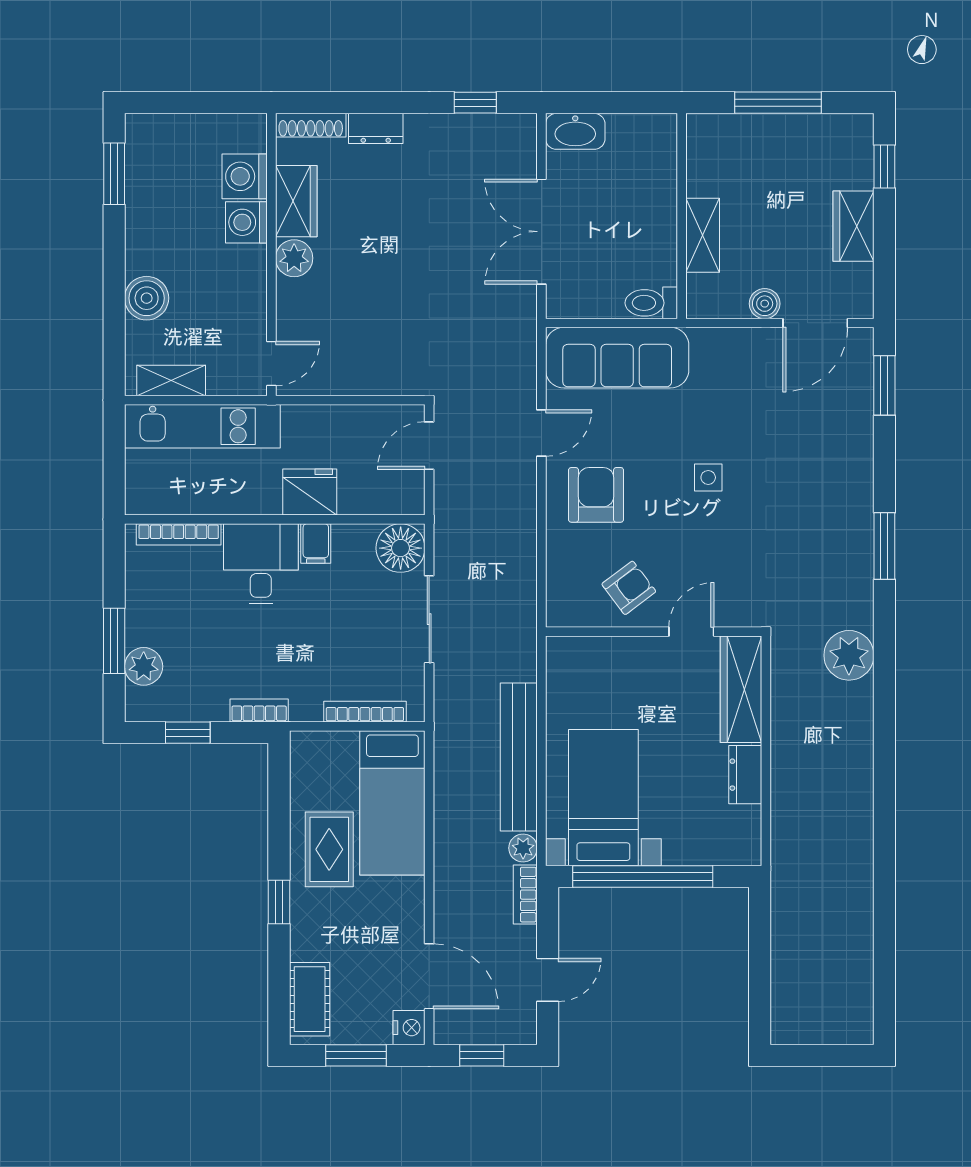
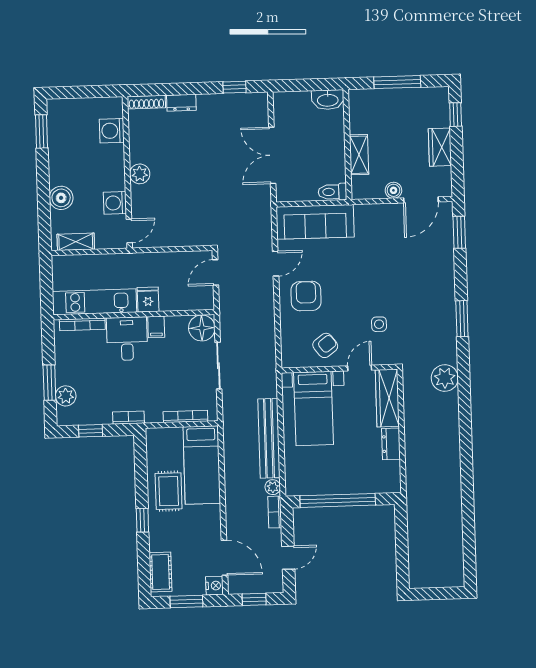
washbasin: (575, 131) -> (328, 100), moved
wardrobe: (296, 201) -> (140, 143), removed
washing machine: (246, 222) -> (115, 203), moved
kitchen unit: (202, 426) -> (94, 302), moved, turned 180
side table: (708, 477) -> (379, 324), moved
fridge: (310, 492) -> (148, 299), width x0.72
bed with nightstands: (603, 798) -> (314, 408), moved, turned 180

